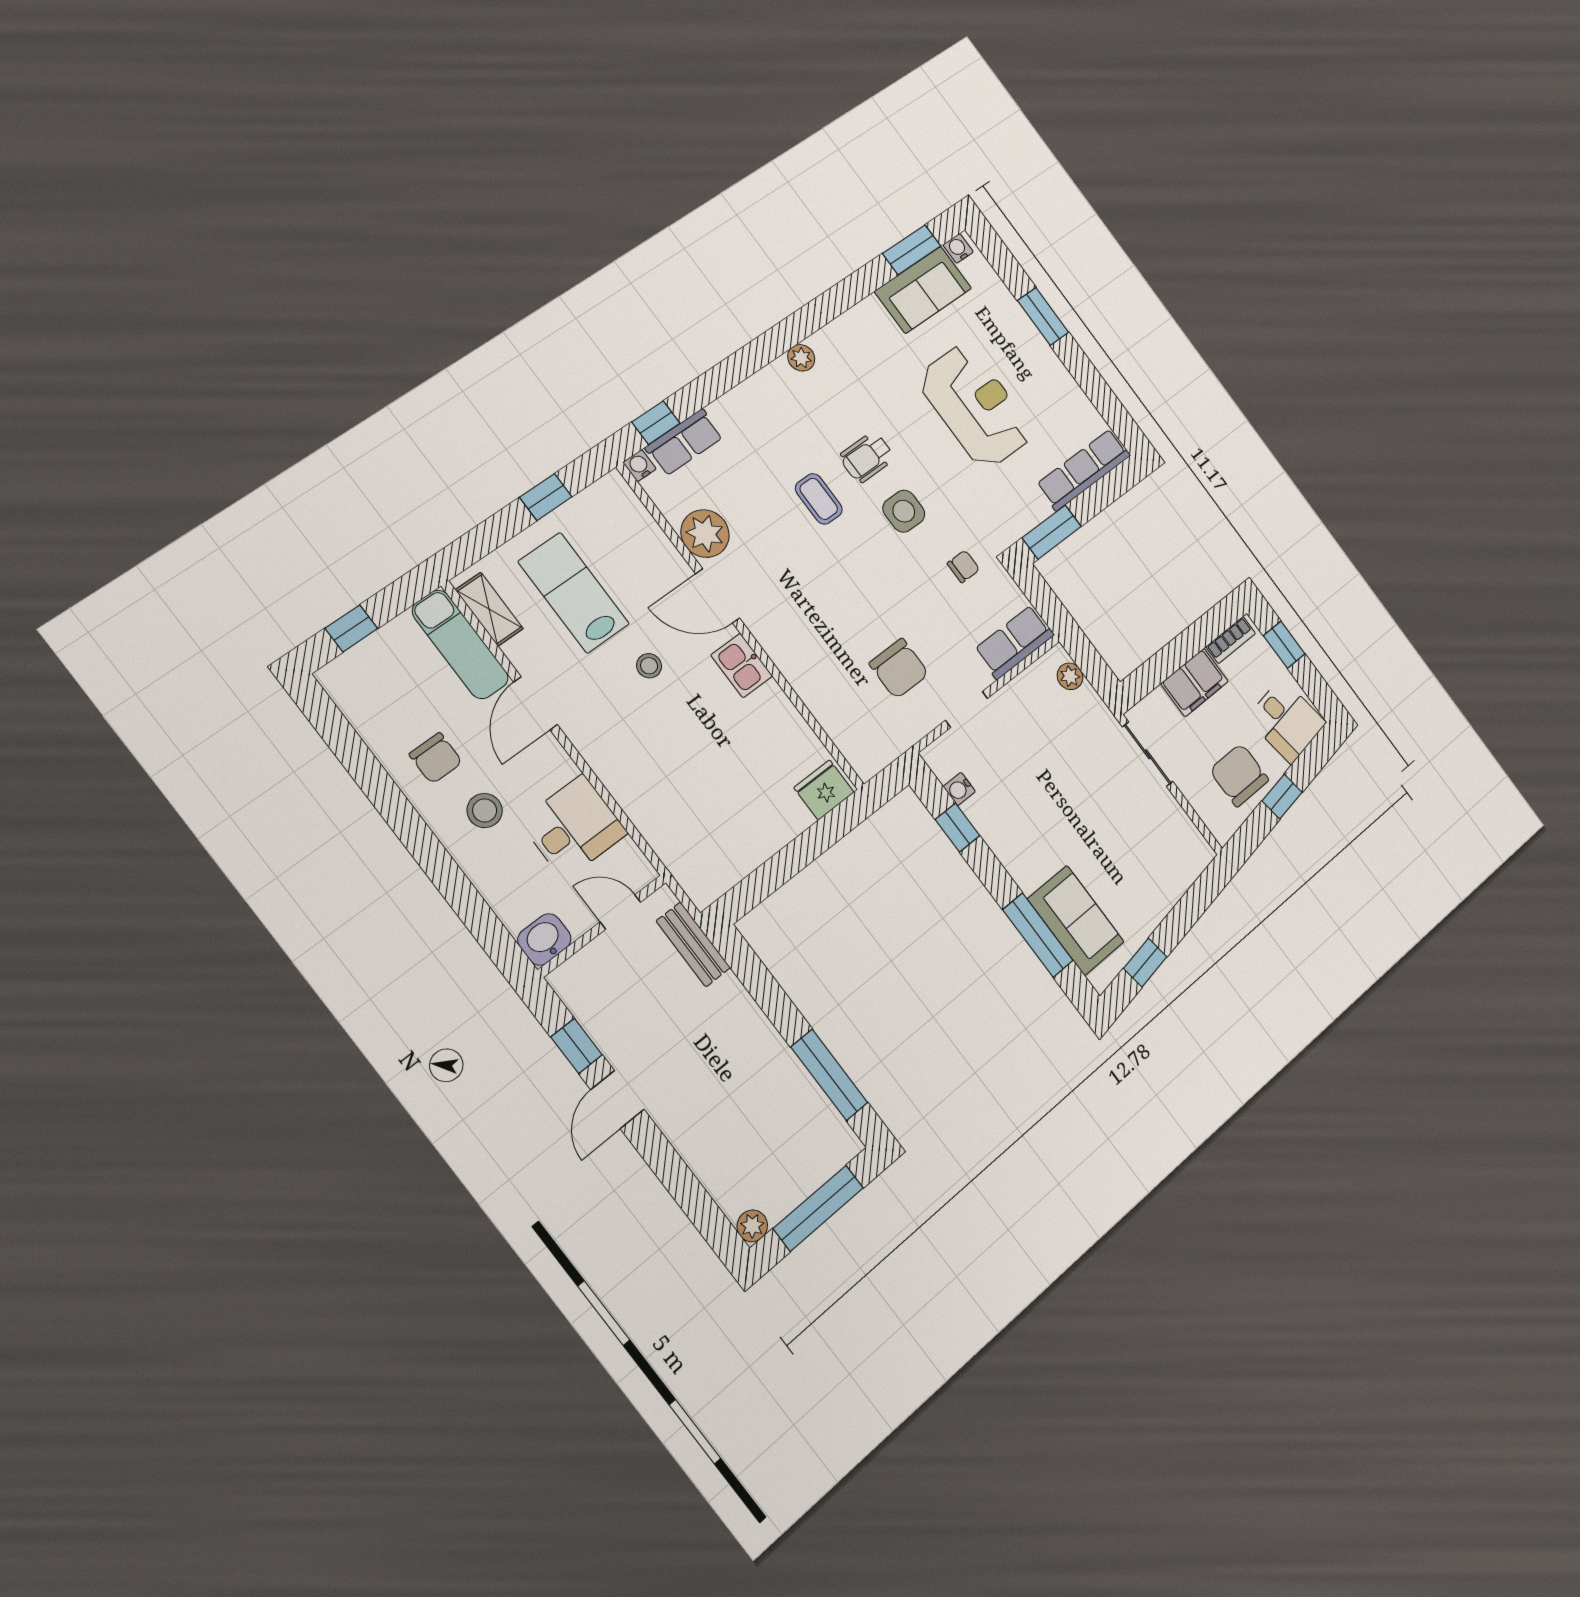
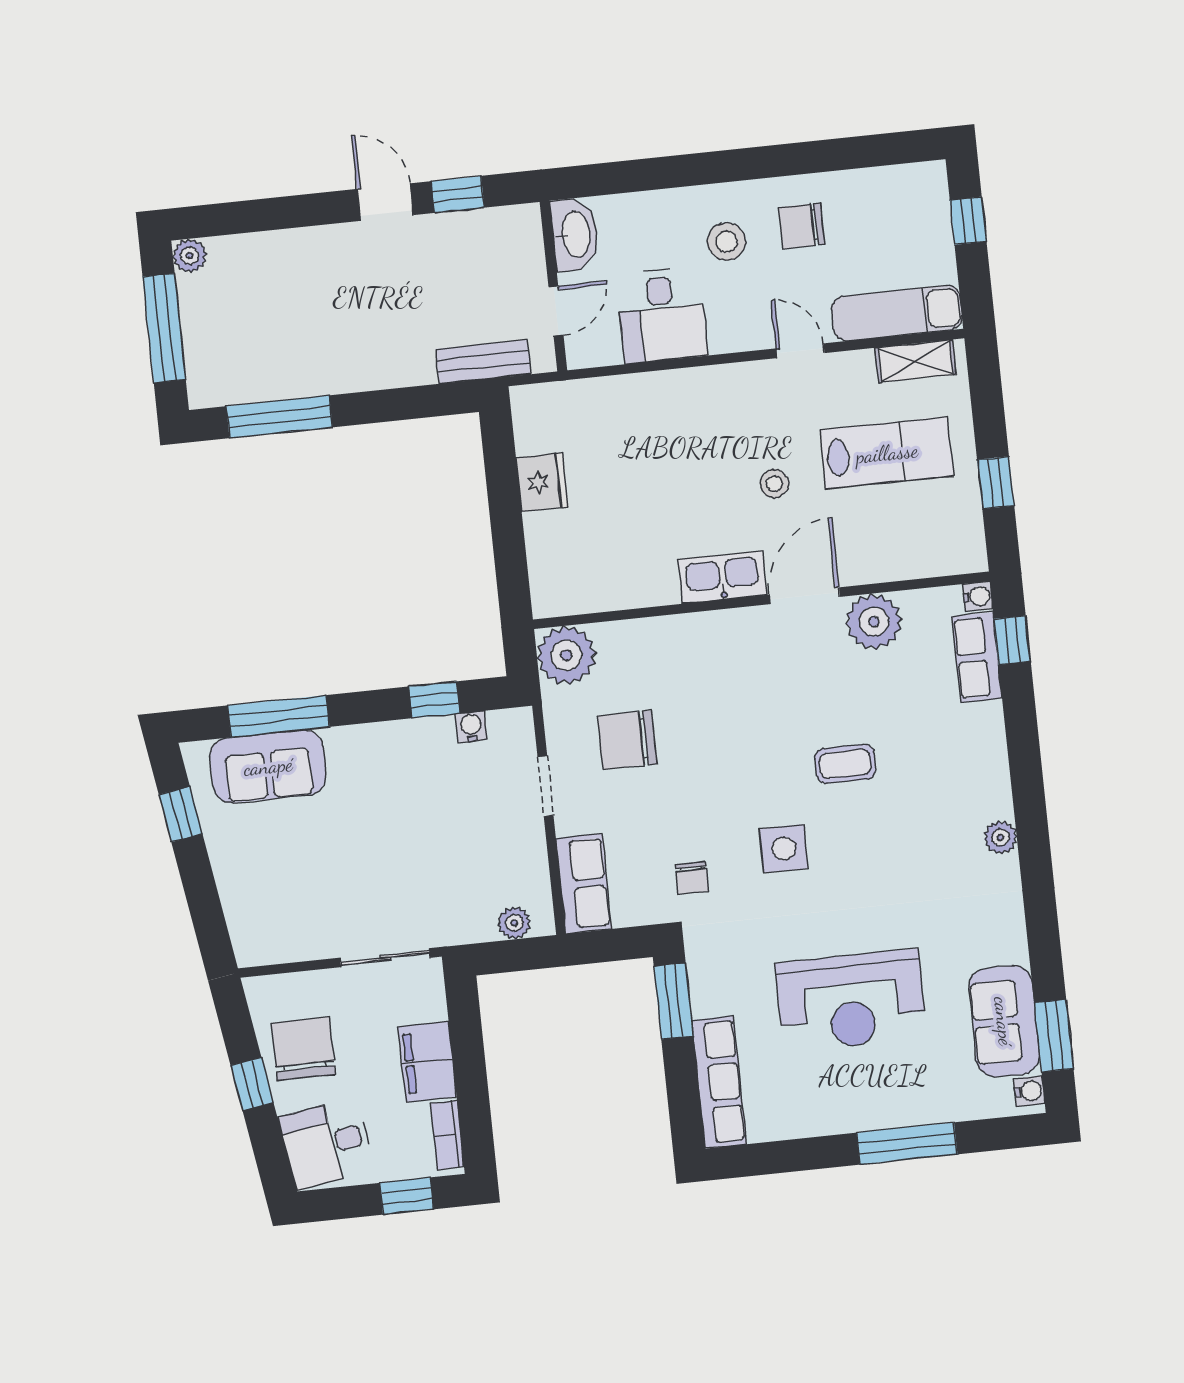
window: (1043, 316) -> (907, 1143), width x1.44
wheelchair: (867, 457) -> (861, 844), removed
kitchen sink: (742, 665) -> (722, 577), width x1.38
door: (536, 703) -> (800, 351), width x0.73
plant: (868, 749) -> (566, 655), added
chair: (1239, 775) -> (303, 1049), turned -90
fridge: (824, 790) -> (542, 482), moved
washbasin: (544, 939) -> (575, 234), width x1.38

